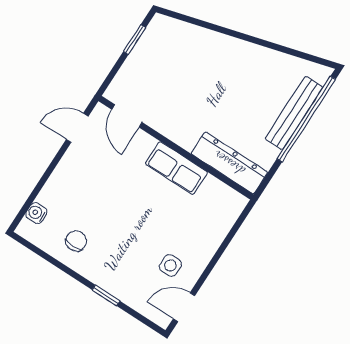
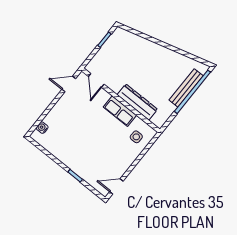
dresser: (229, 163) -> (137, 102), moved
chair: (76, 241) -> (62, 145), removed
side table: (170, 265) -> (136, 137), moved

